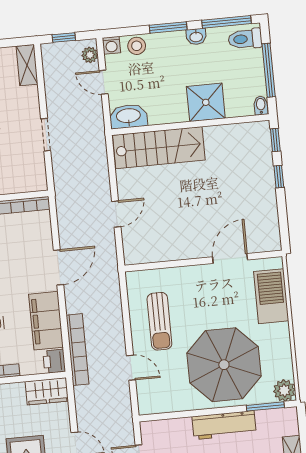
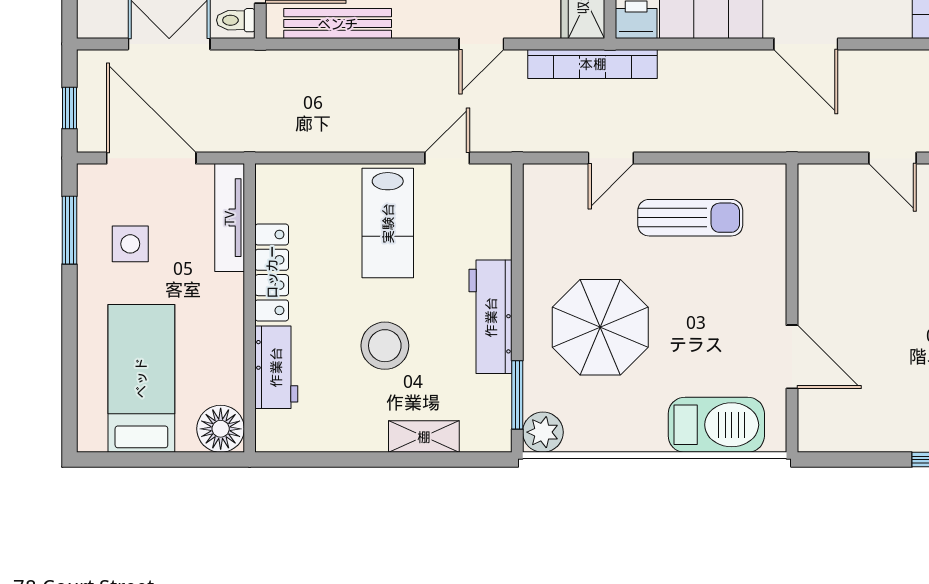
sun lounger: (159, 321) -> (690, 218), turned 180
bookcase: (77, 350) -> (593, 64), moved
parasol: (224, 365) -> (600, 327), width x0.73, depth x0.73

